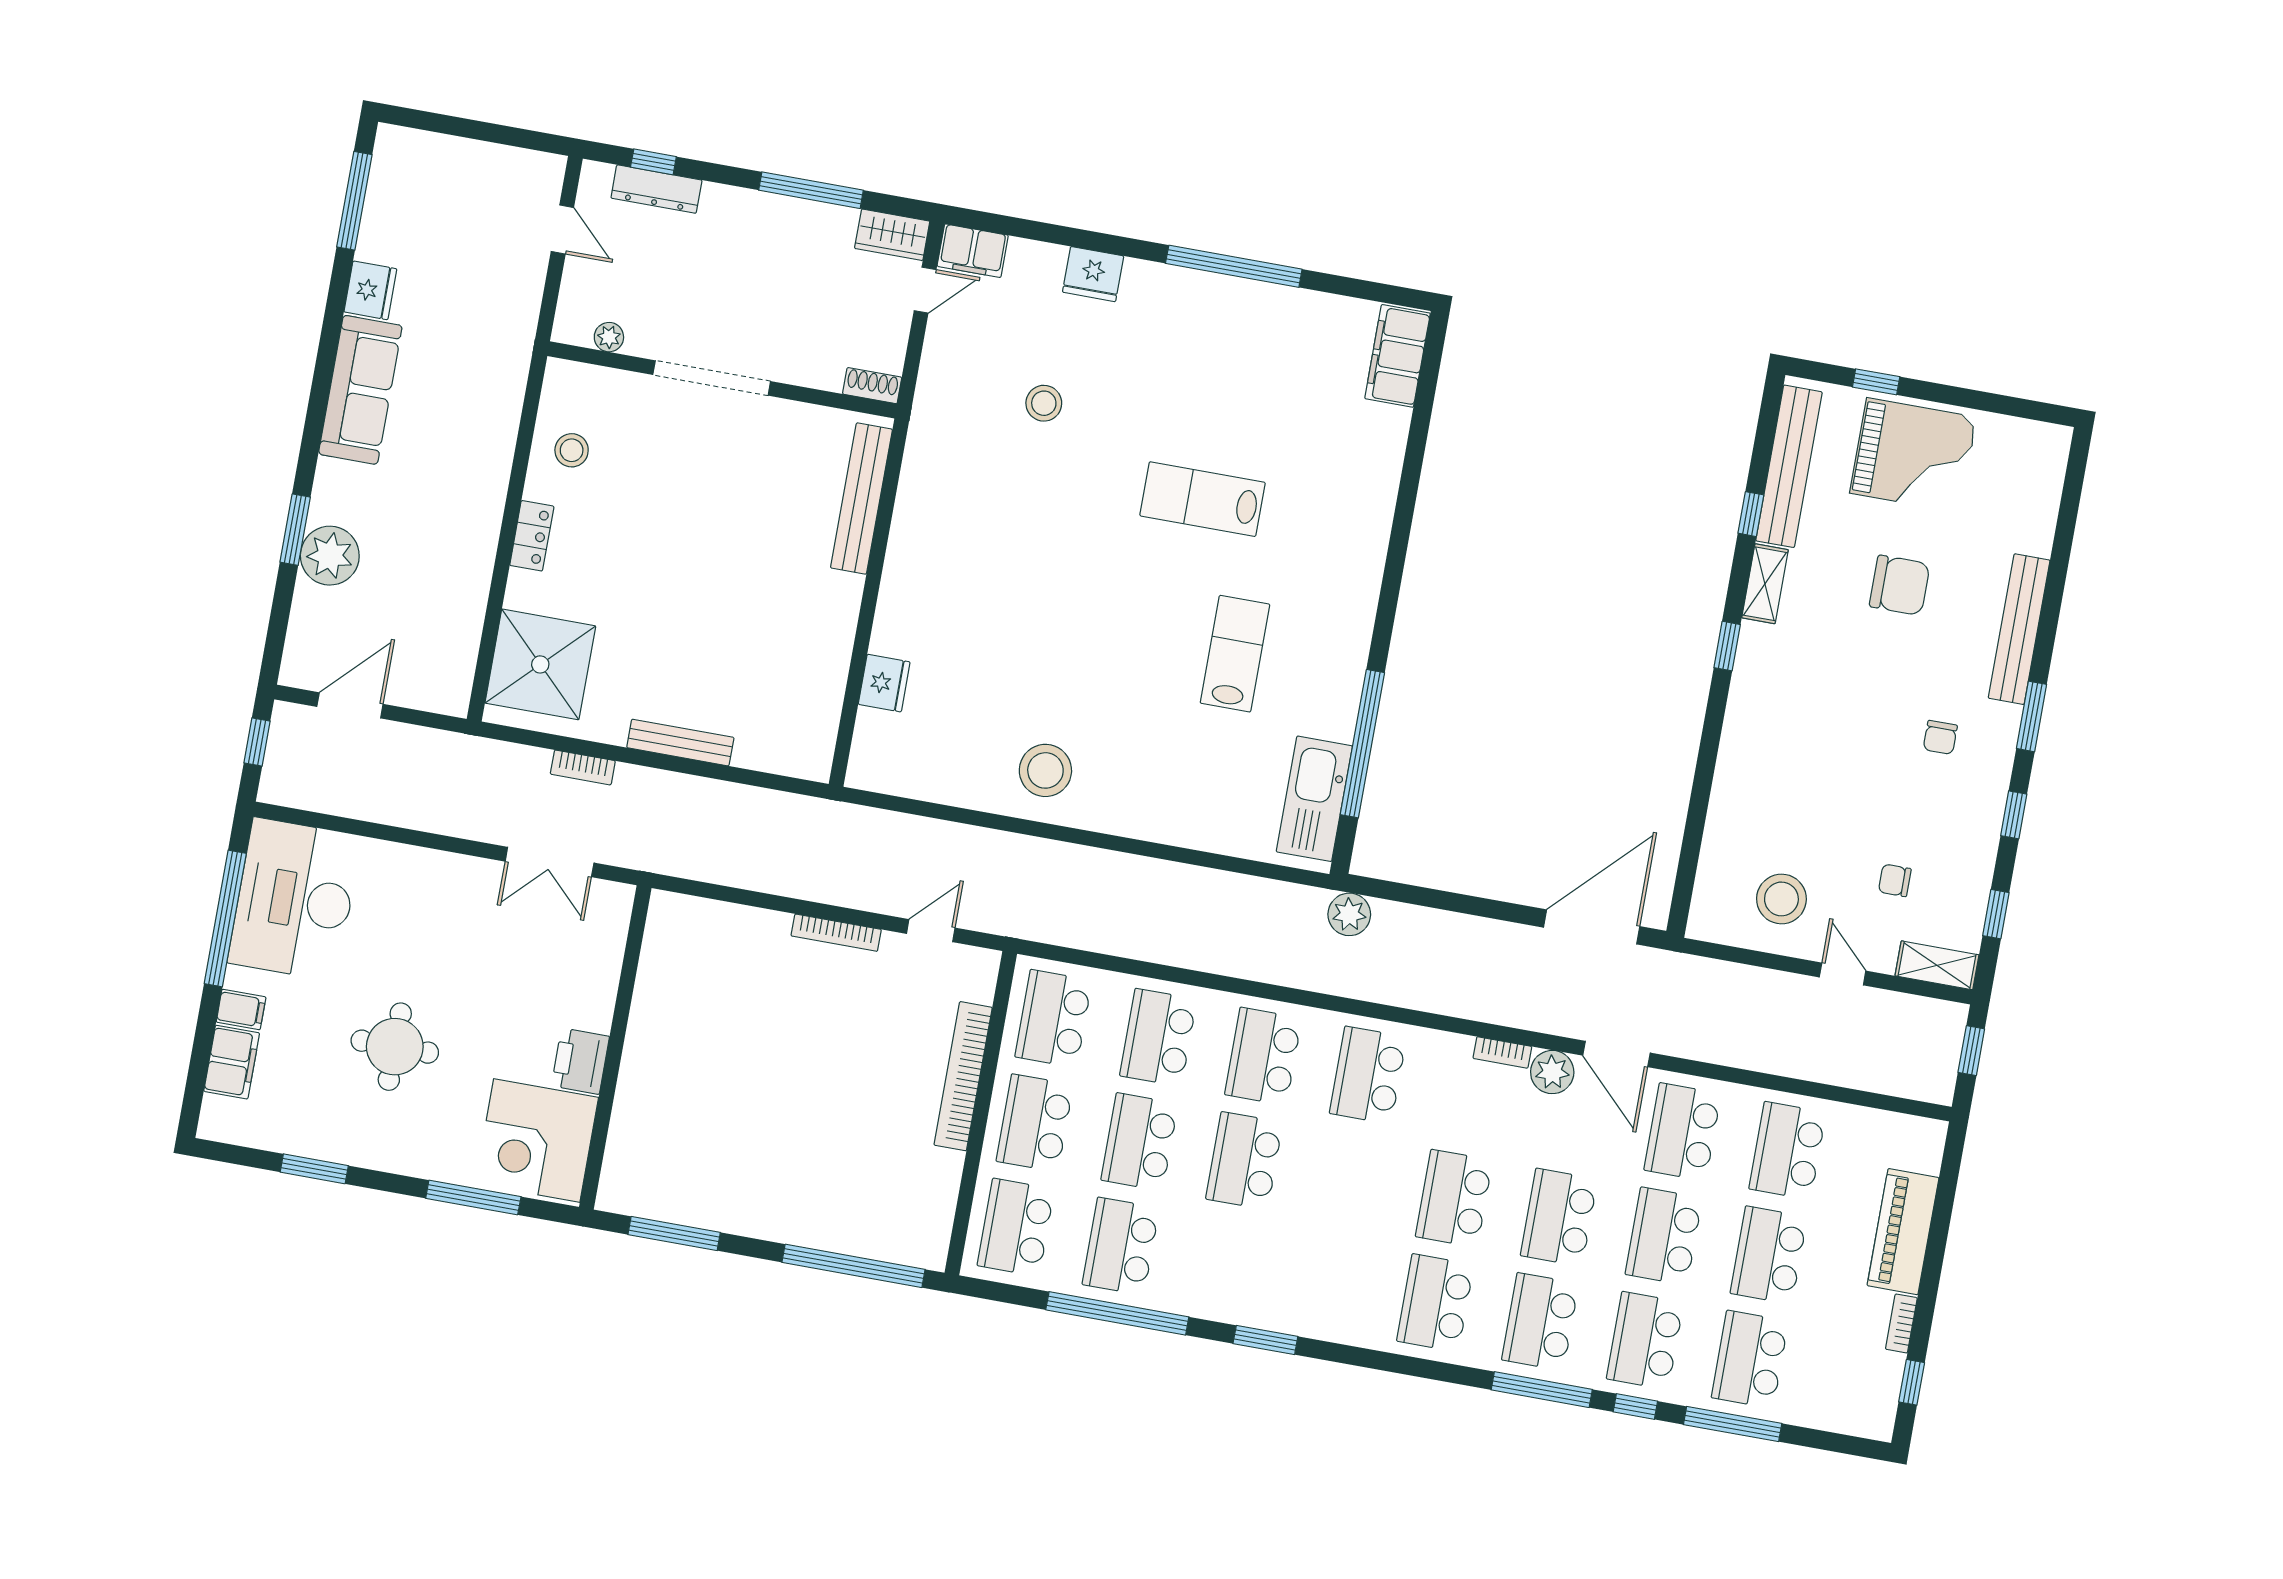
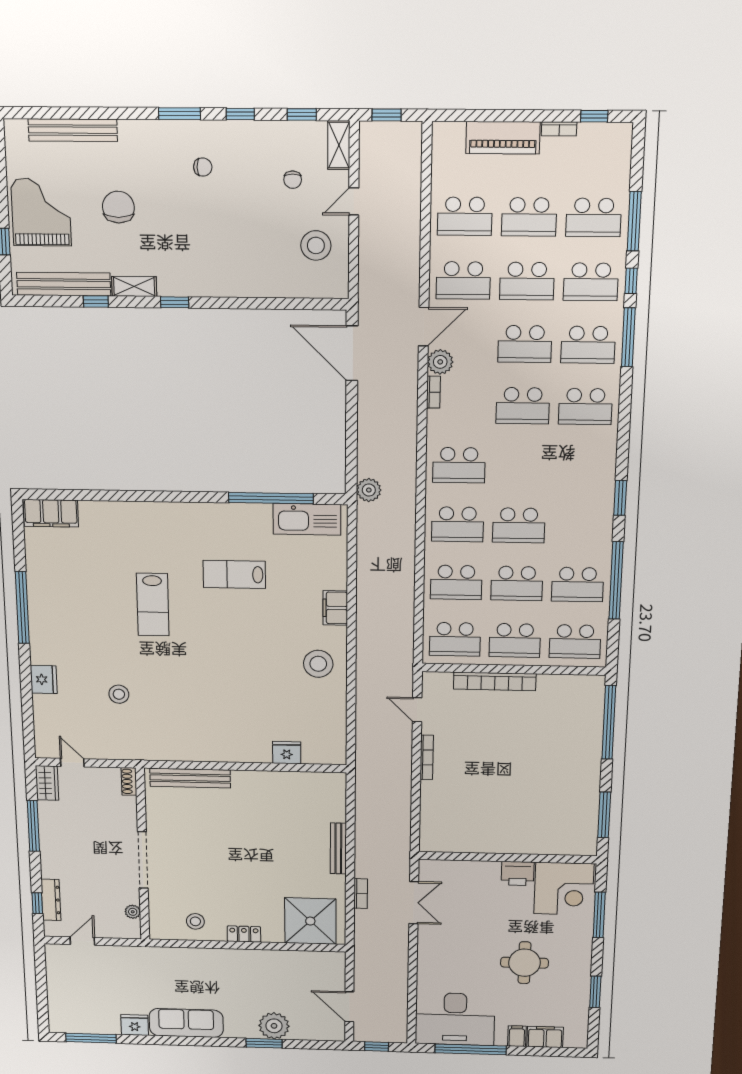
filing cabinet: (973, 251) -> (335, 608), moved, turned 180
bench: (2019, 629) -> (73, 130), moved

